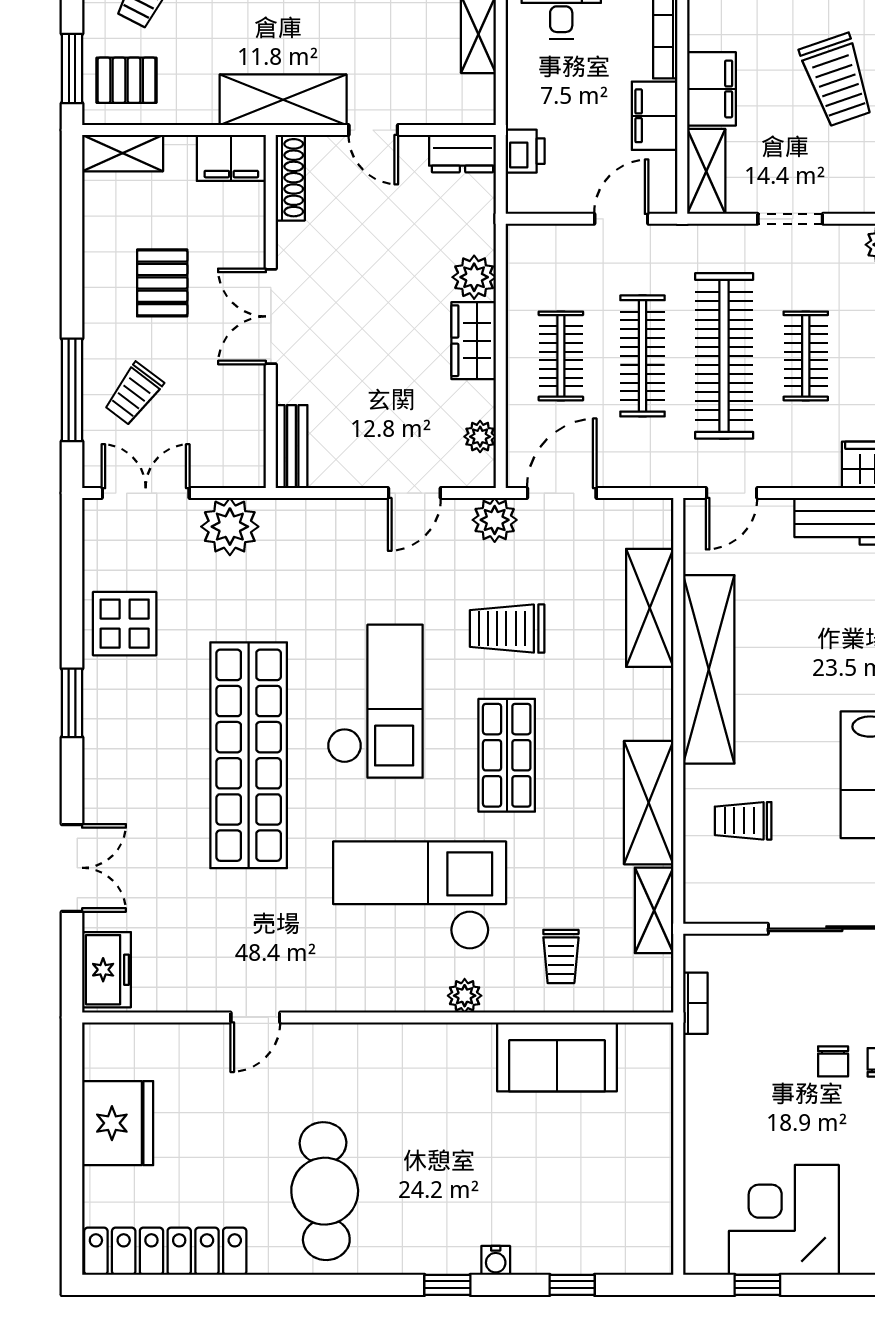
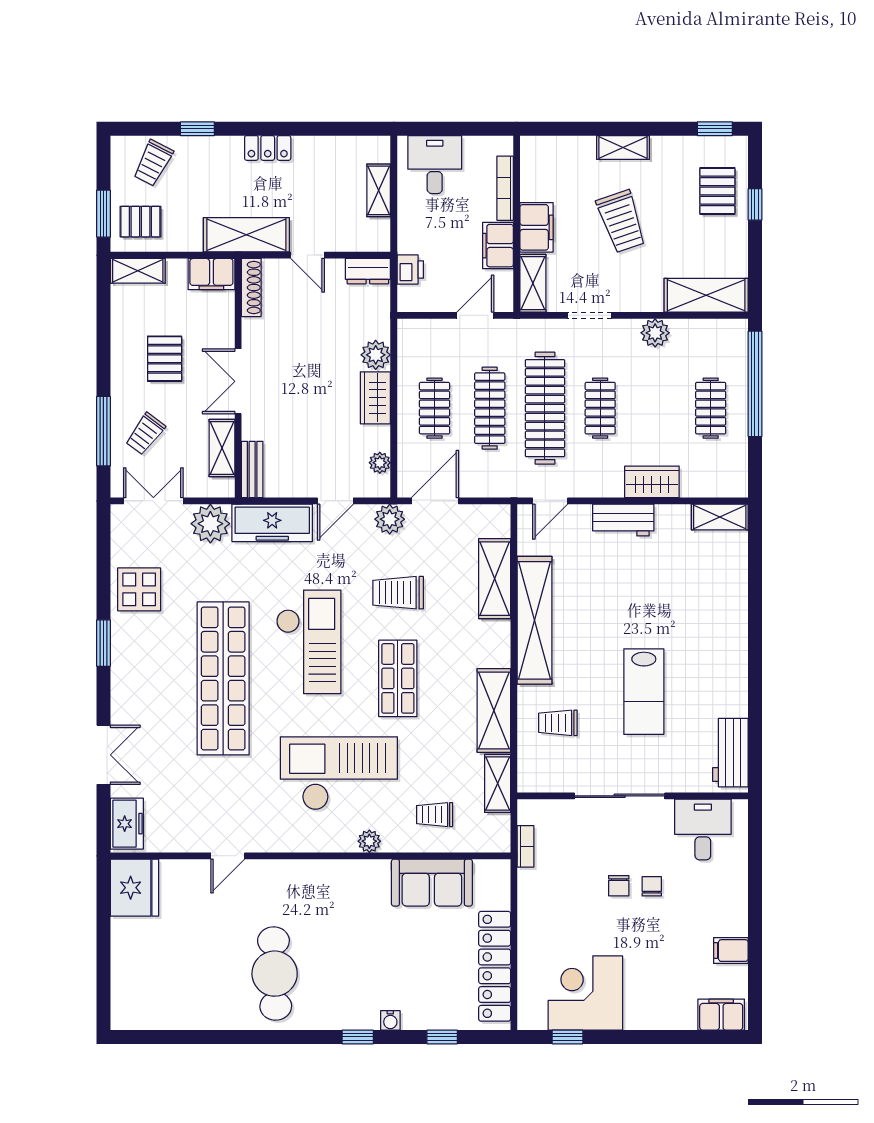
shelving: (247, 415) -> (222, 448), added
freezer: (321, 525) -> (272, 523), added
trolley: (561, 956) -> (435, 815), turned 90
fridge: (118, 1123) -> (134, 888), moved
locker: (165, 1251) -> (495, 966), moved, turned -90

